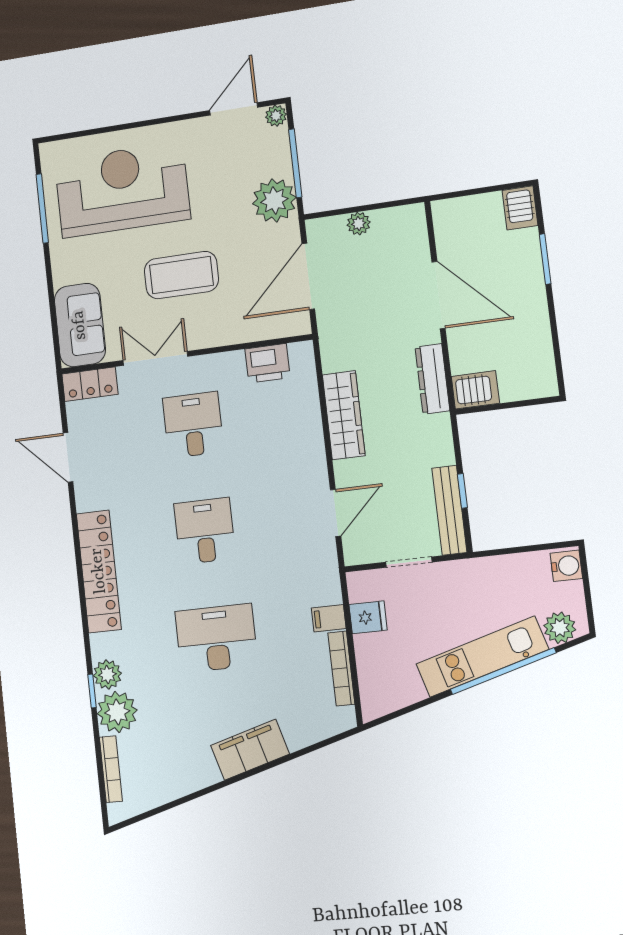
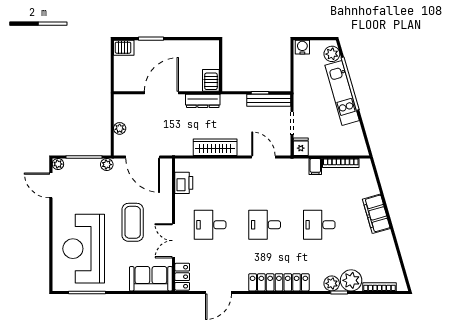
plant: (274, 200) -> (107, 165), width x0.53, depth x0.53
fridge: (368, 617) -> (301, 147), moved
desk: (216, 638) -> (319, 225), width x0.73

